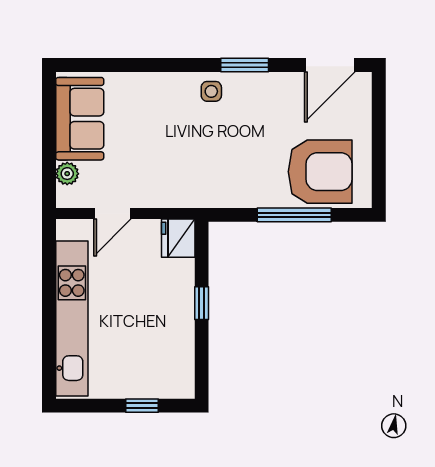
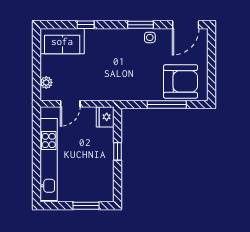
window: (141, 65) -> (86, 25), added
side table: (211, 91) -> (150, 37), moved
sofa: (80, 119) -> (62, 41), moved, turned 90
window: (142, 406) -> (86, 206), width x1.50

